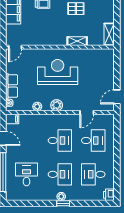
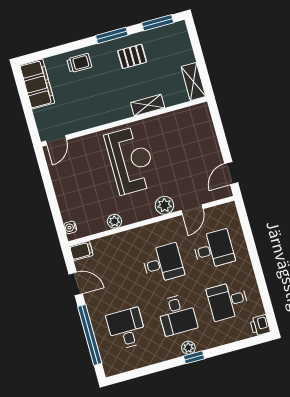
reception desk: (58, 72) -> (131, 160), turned 90
row of seats: (11, 86) -> (67, 201), removed
plant: (57, 105) -> (164, 205), moved
desk: (60, 174) -> (177, 315), turned 90

